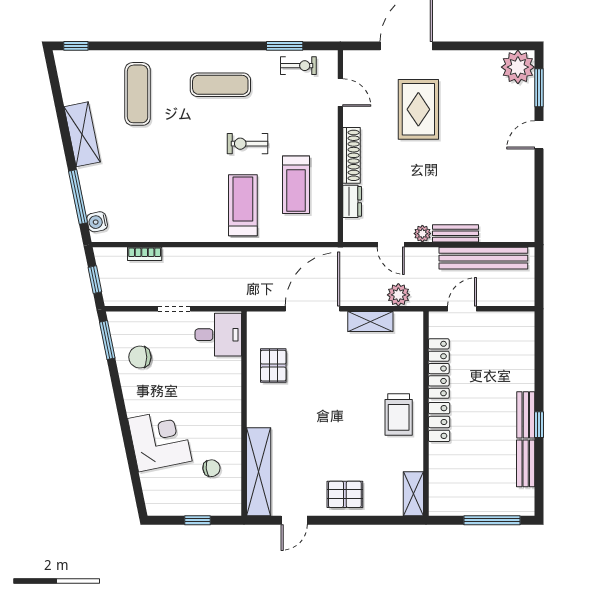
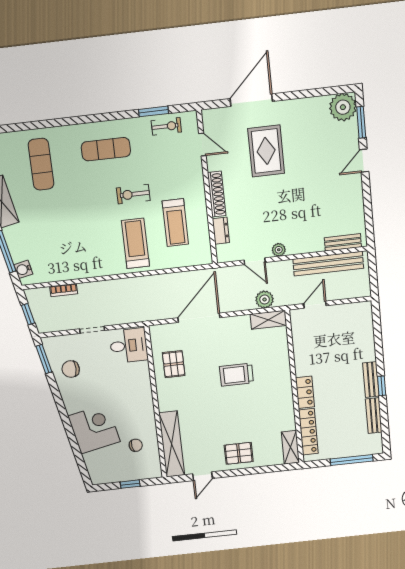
bench: (455, 233) -> (343, 242), moved
shelving: (370, 322) -> (268, 320), moved
locker: (439, 369) -> (308, 432), moved
trolley: (399, 414) -> (236, 375), moved, turned 90

